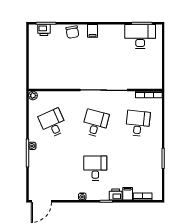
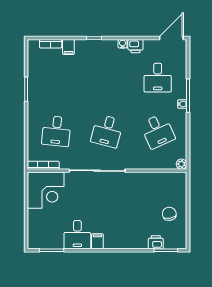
printer: (44, 30) -> (156, 242), moved
filing cabinet: (93, 31) -> (97, 241), moved
chair: (72, 32) -> (169, 214), moved
desk: (140, 36) -> (77, 235), moved, width x0.73
corner desk: (147, 74) -> (46, 190), added
desk: (95, 168) -> (158, 78), moved
printer: (116, 194) -> (135, 46), moved

